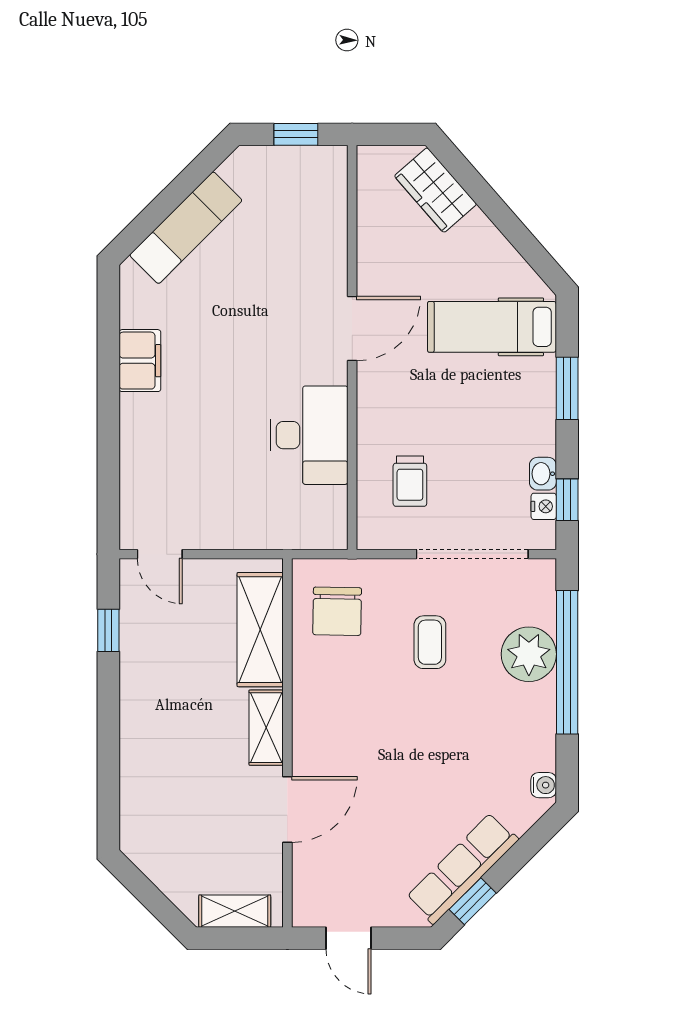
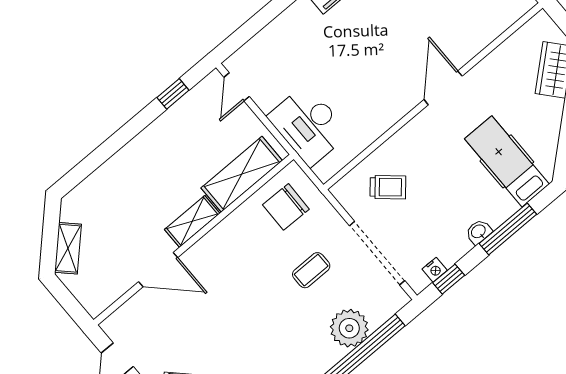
door: (352, 329) -> (443, 88), swing flipped
window: (567, 388) -> (508, 229), width x1.44
desk: (309, 435) -> (308, 125), moved, turned 90
washbasin: (543, 474) -> (479, 232), moved
trolley: (410, 481) -> (388, 187), turned -139
shelving: (235, 911) -> (68, 248), moved, turned 45

